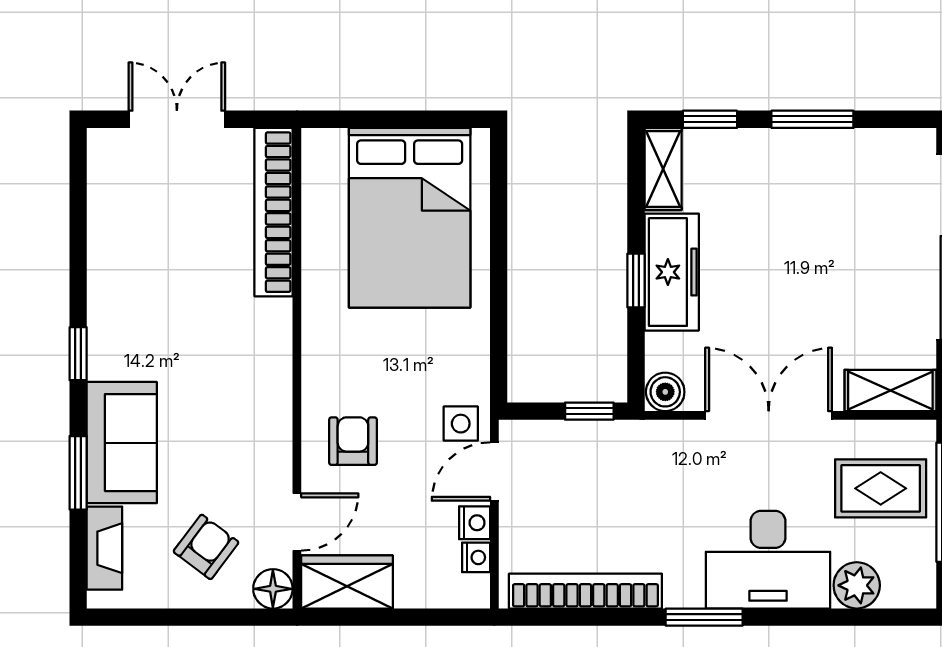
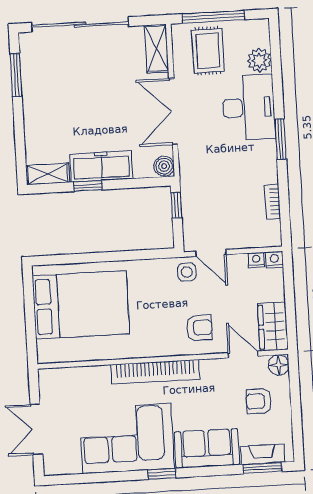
window: (710, 119) -> (20, 151), removed
window: (812, 119) -> (16, 75), moved
bookcase: (274, 212) -> (155, 372), moved
window: (636, 280) -> (88, 186), moved
corner sofa: (149, 291) -> (127, 439), added
armchair: (353, 441) -> (199, 328), turned 180
window: (78, 473) -> (262, 468), moved
nightstand: (475, 523) -> (274, 260), moved
armchair: (206, 547) -> (259, 401), turned -37
bookcase: (585, 591) -> (273, 202), width x0.43, depth x0.76

